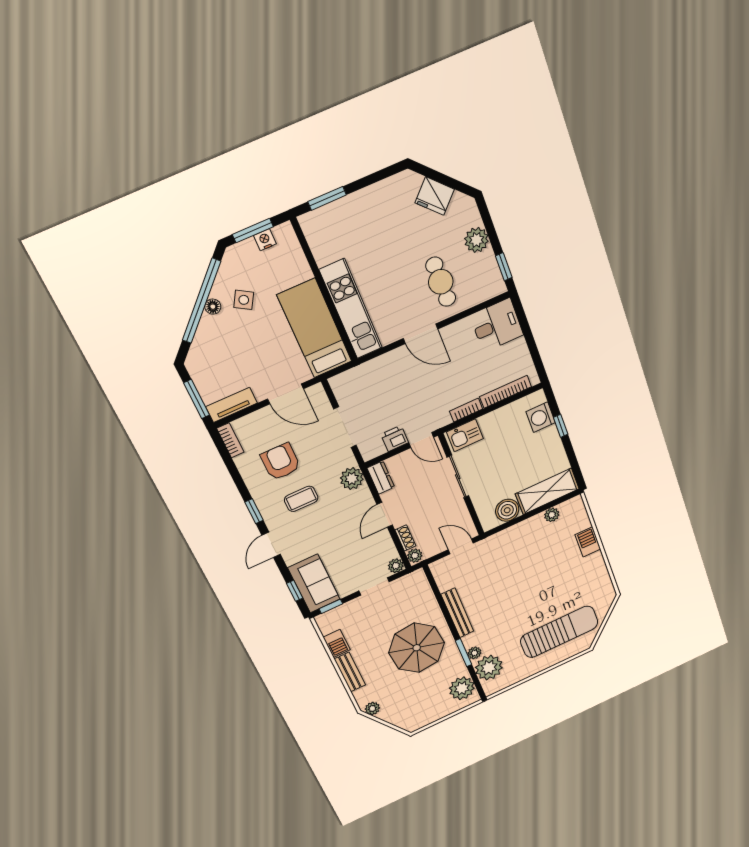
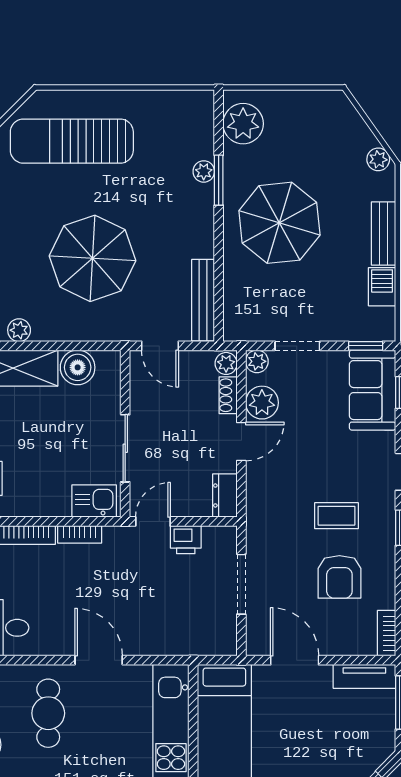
door: (421, 440) -> (153, 521), hinge flipped
plant: (352, 479) -> (262, 403), moved
parasol: (522, 576) -> (93, 258), added
bench: (457, 613) -> (203, 300), moved
plant: (489, 668) -> (193, 137), removed

